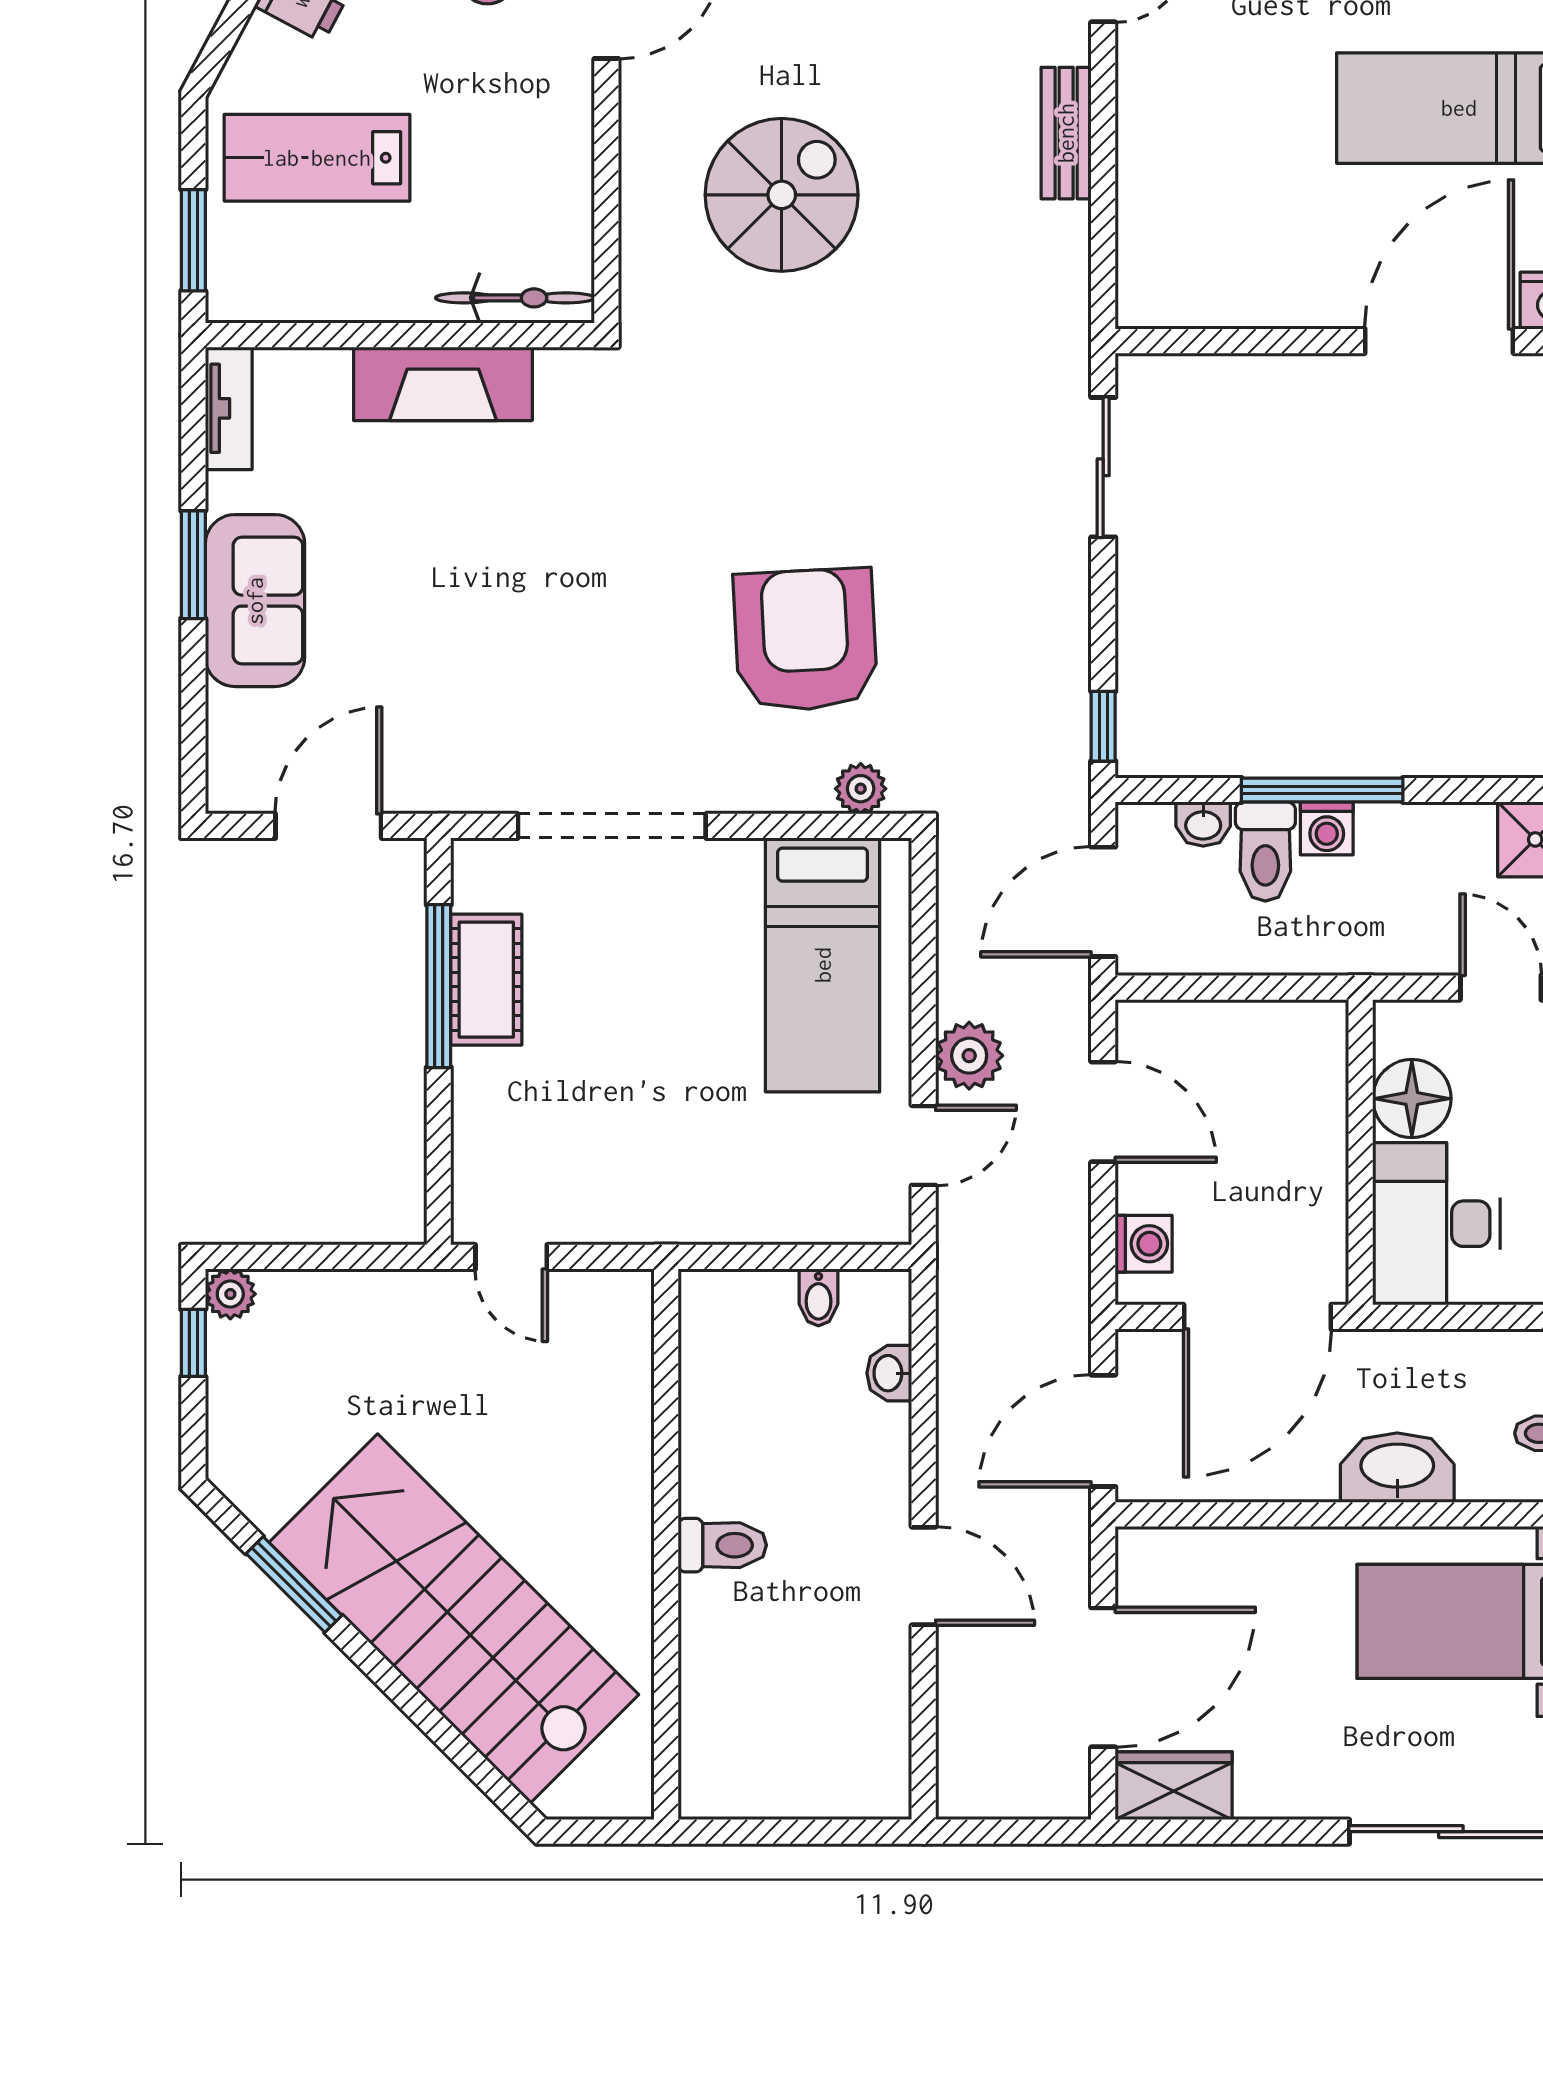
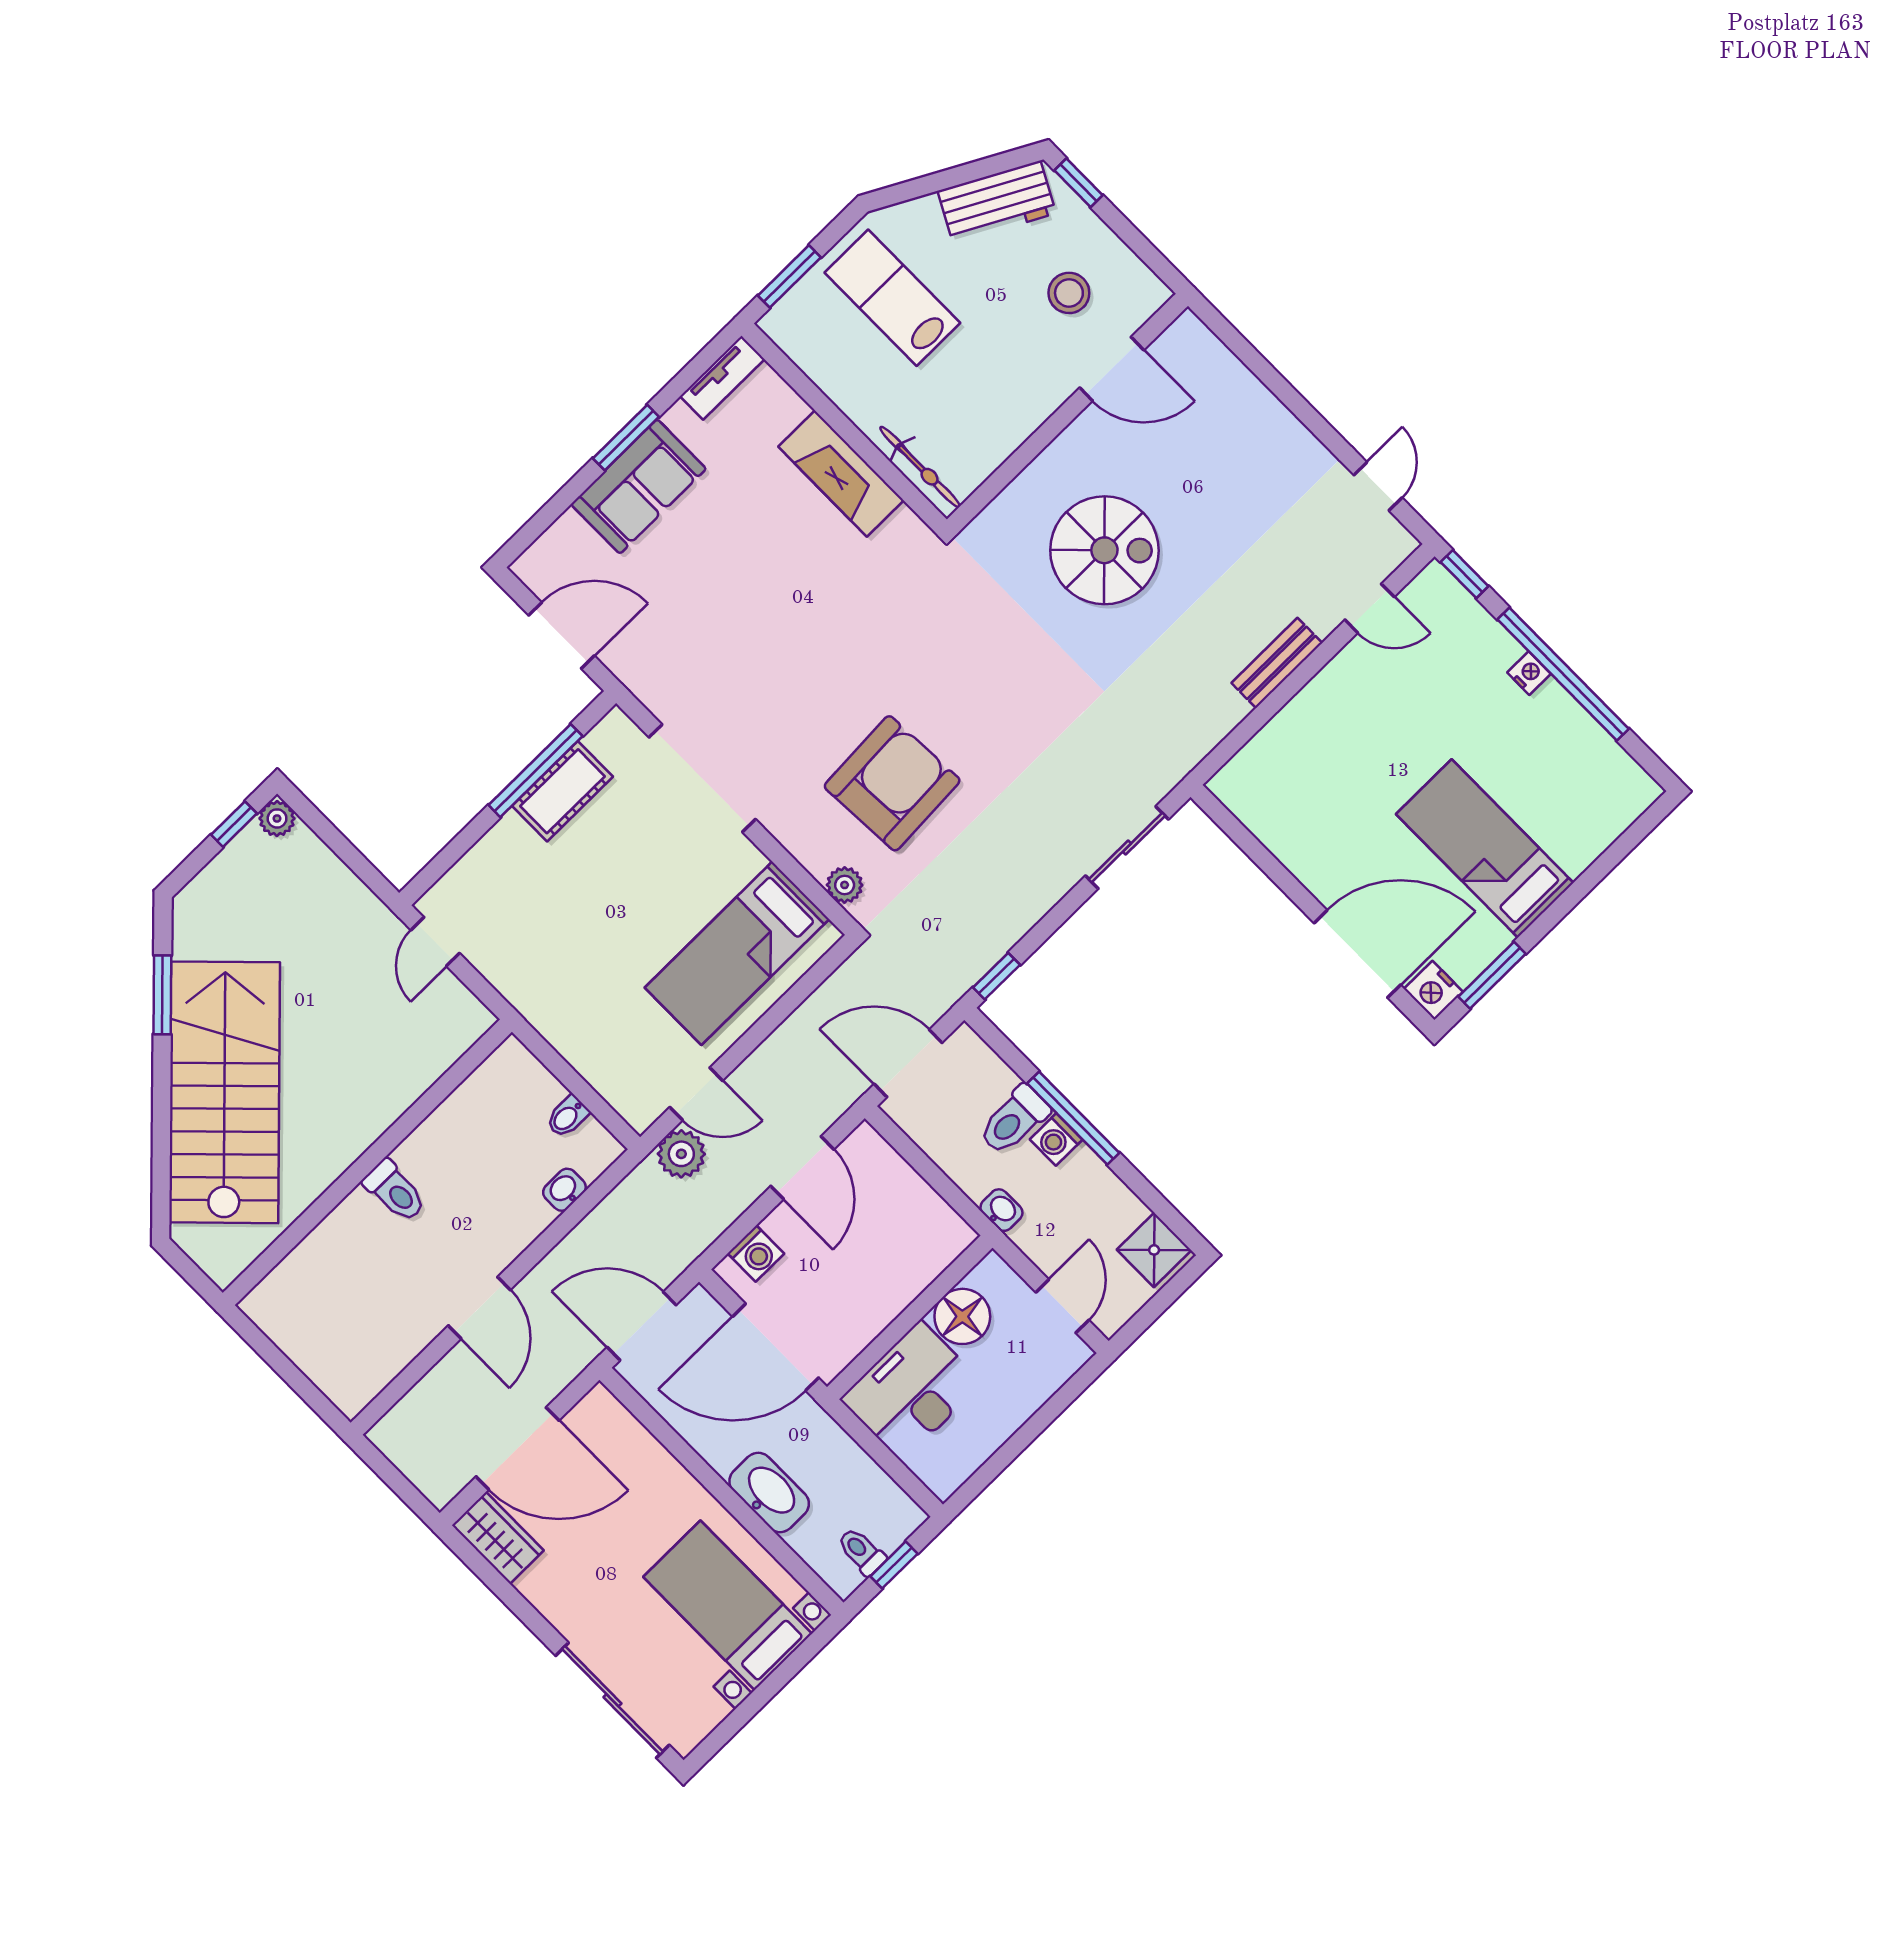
washbasin: (1203, 824) -> (1001, 1210), moved, turned 180
plant: (969, 1056) -> (681, 1154), moved

